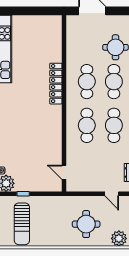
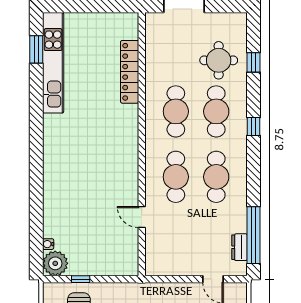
locker: (56, 84) -> (130, 72), moved
door: (64, 172) -> (142, 217), moved

